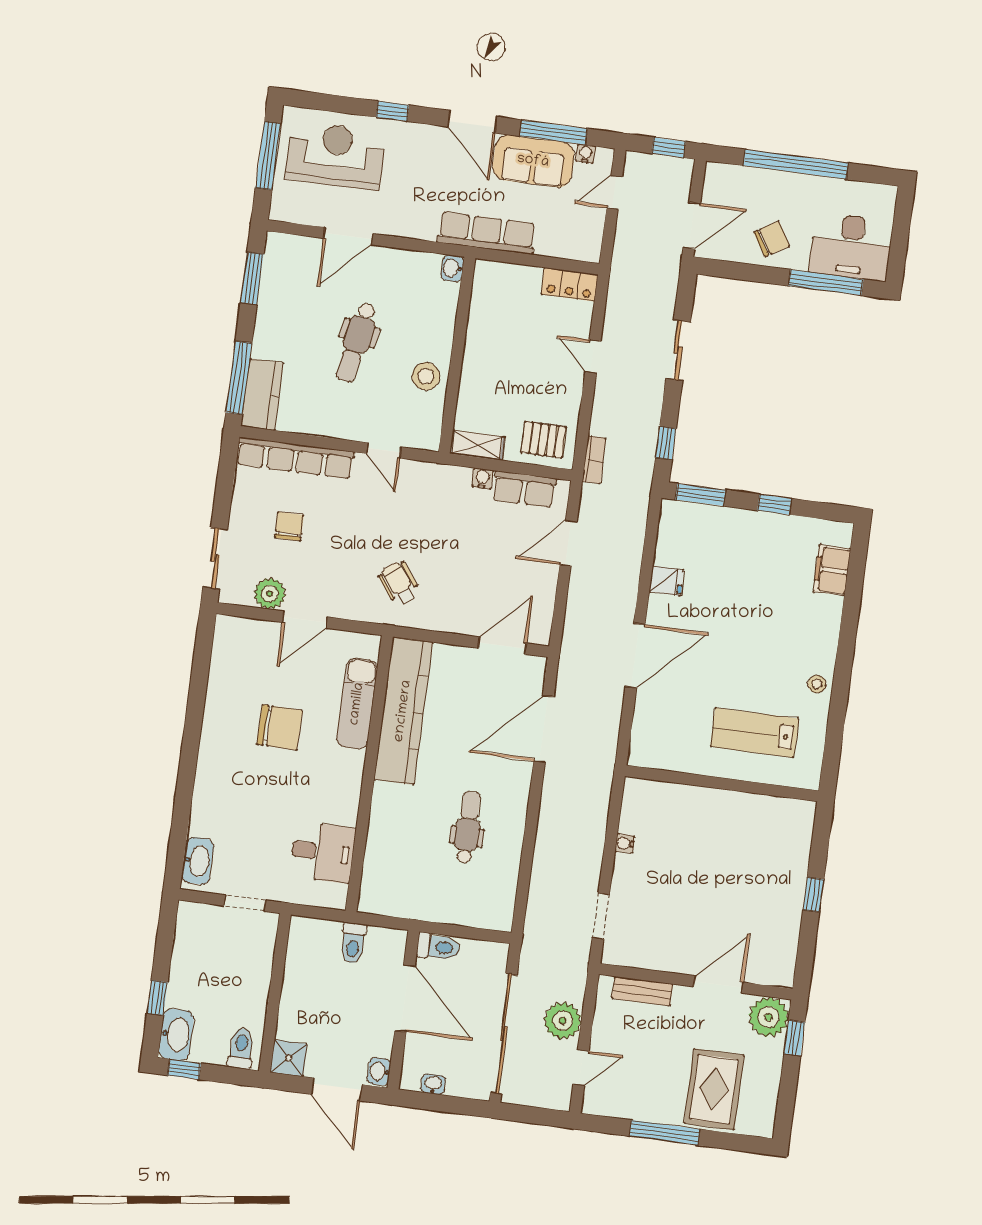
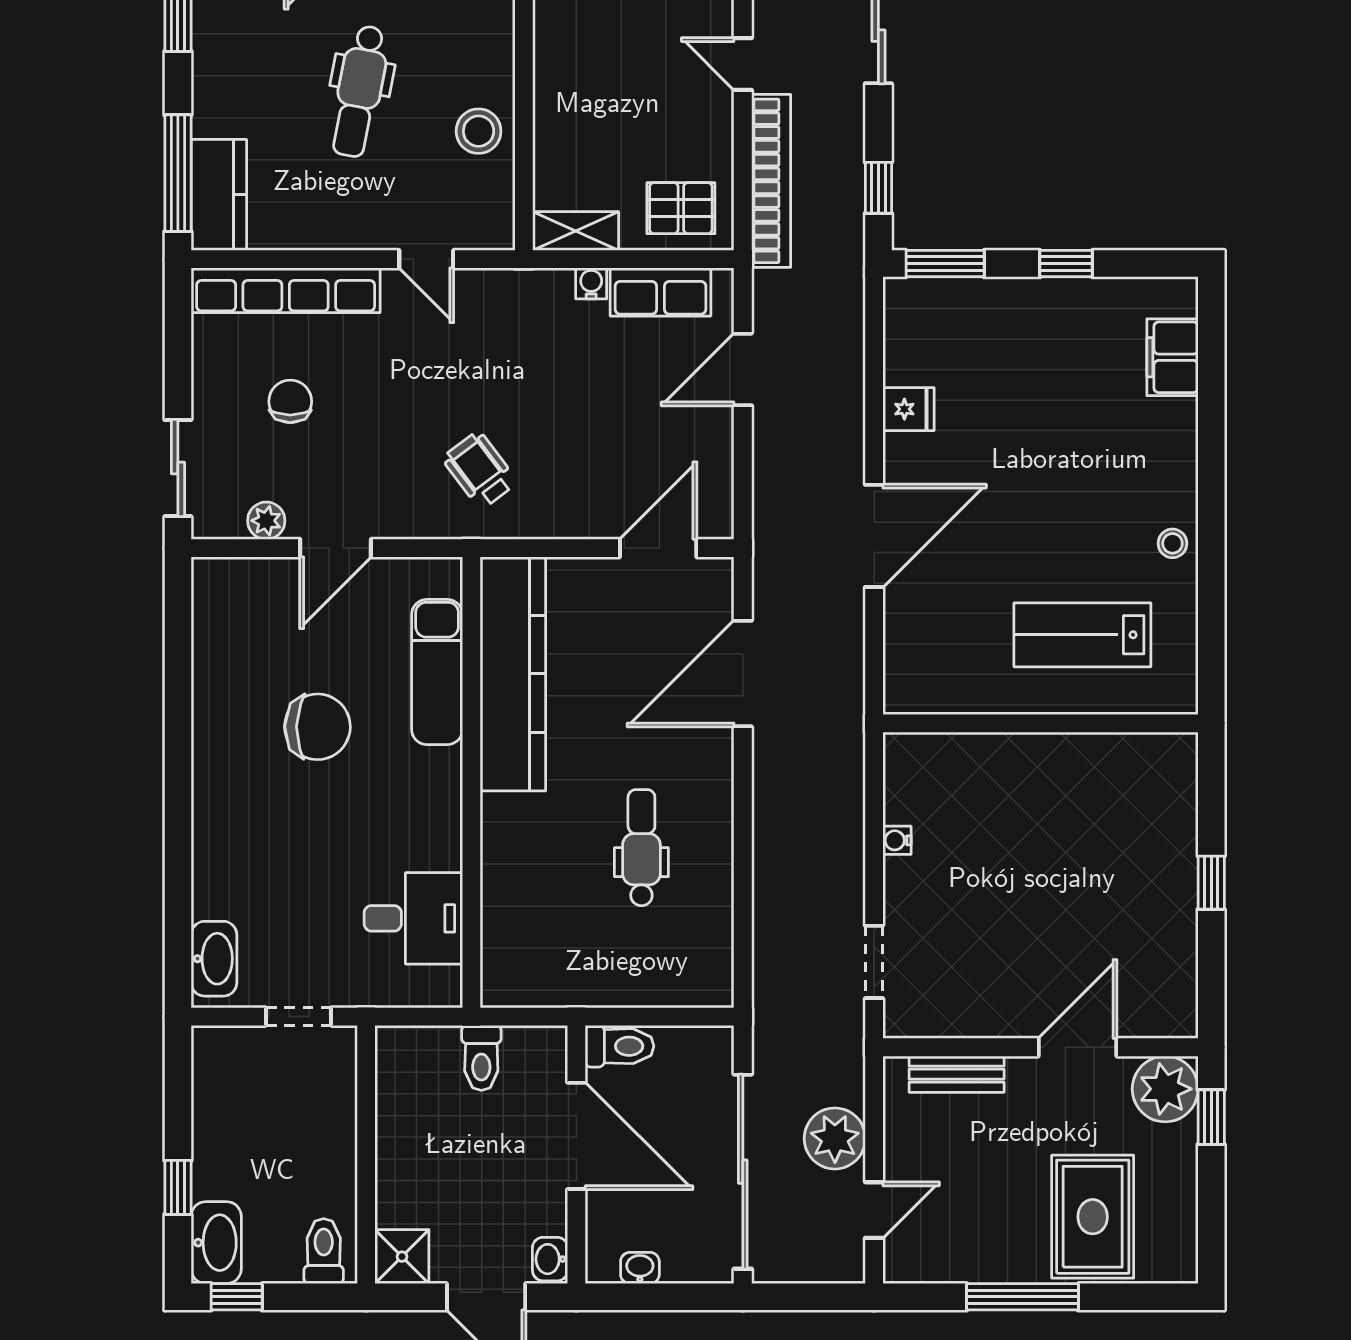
bookcase: (594, 460) -> (771, 181), width x2.31, depth x1.31
plant: (270, 594) -> (266, 521), width x0.73, depth x0.73

